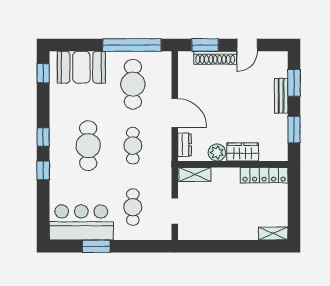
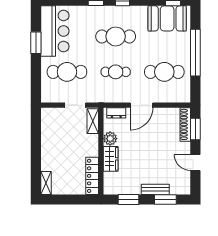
window: (132, 45) -> (195, 53), moved
shoe rack: (215, 58) -> (185, 124), moved
booth: (81, 67) -> (167, 18), moved, turned 90
cafe table: (133, 207) -> (67, 72), width x1.37, depth x1.35
doorway: (175, 211) -> (75, 105), moved

